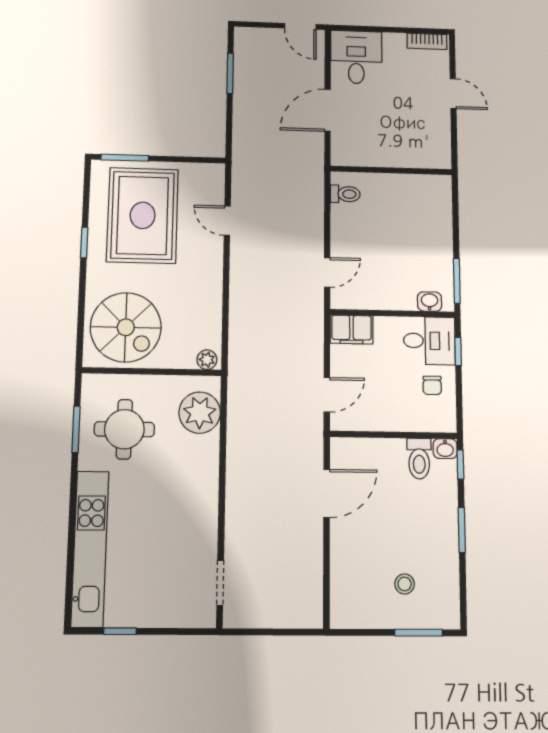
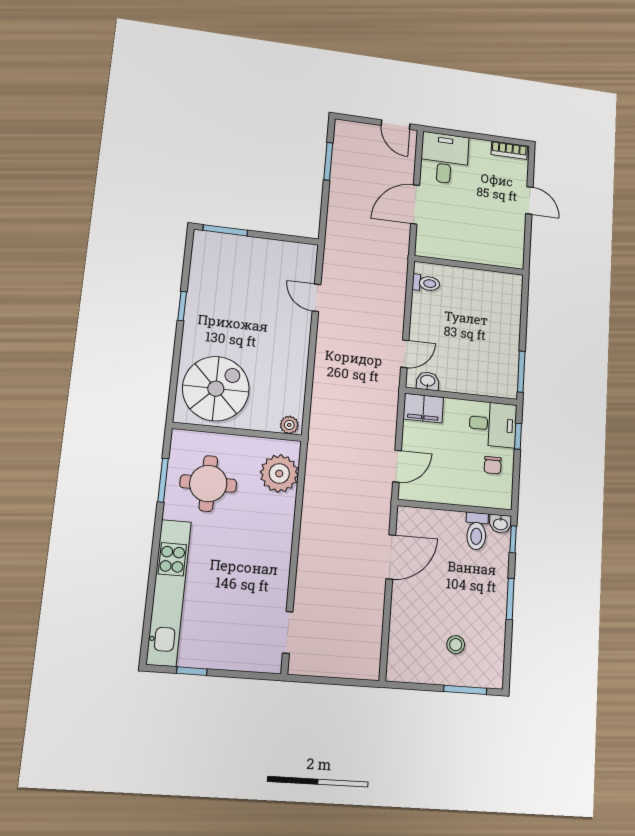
rug: (143, 215) -> (238, 286), removed
washbasin: (430, 302) -> (428, 381), moved
spiral stairs: (126, 327) -> (216, 389), turned -90

